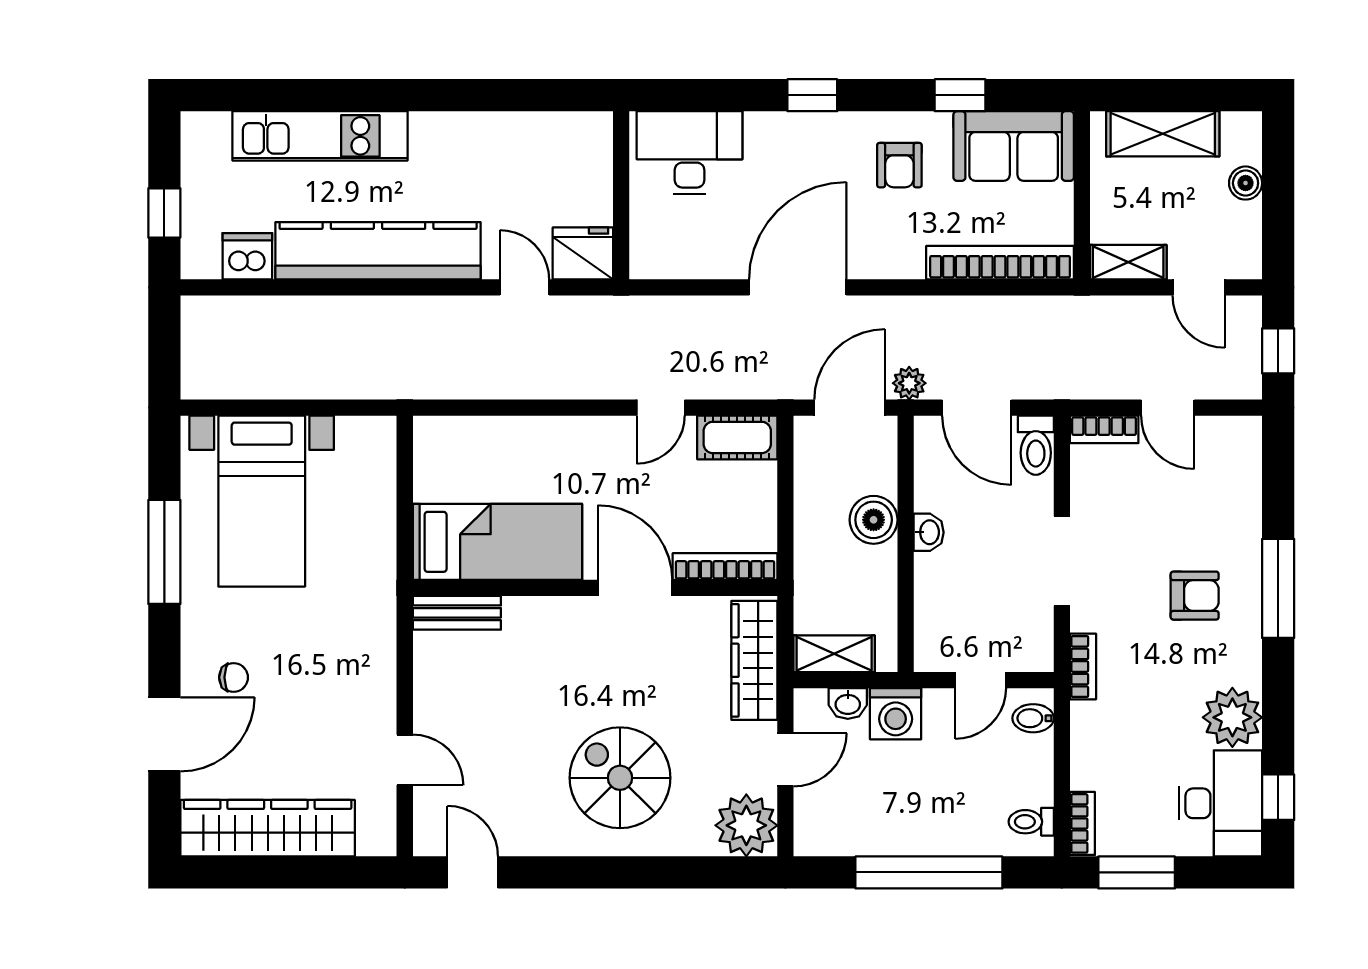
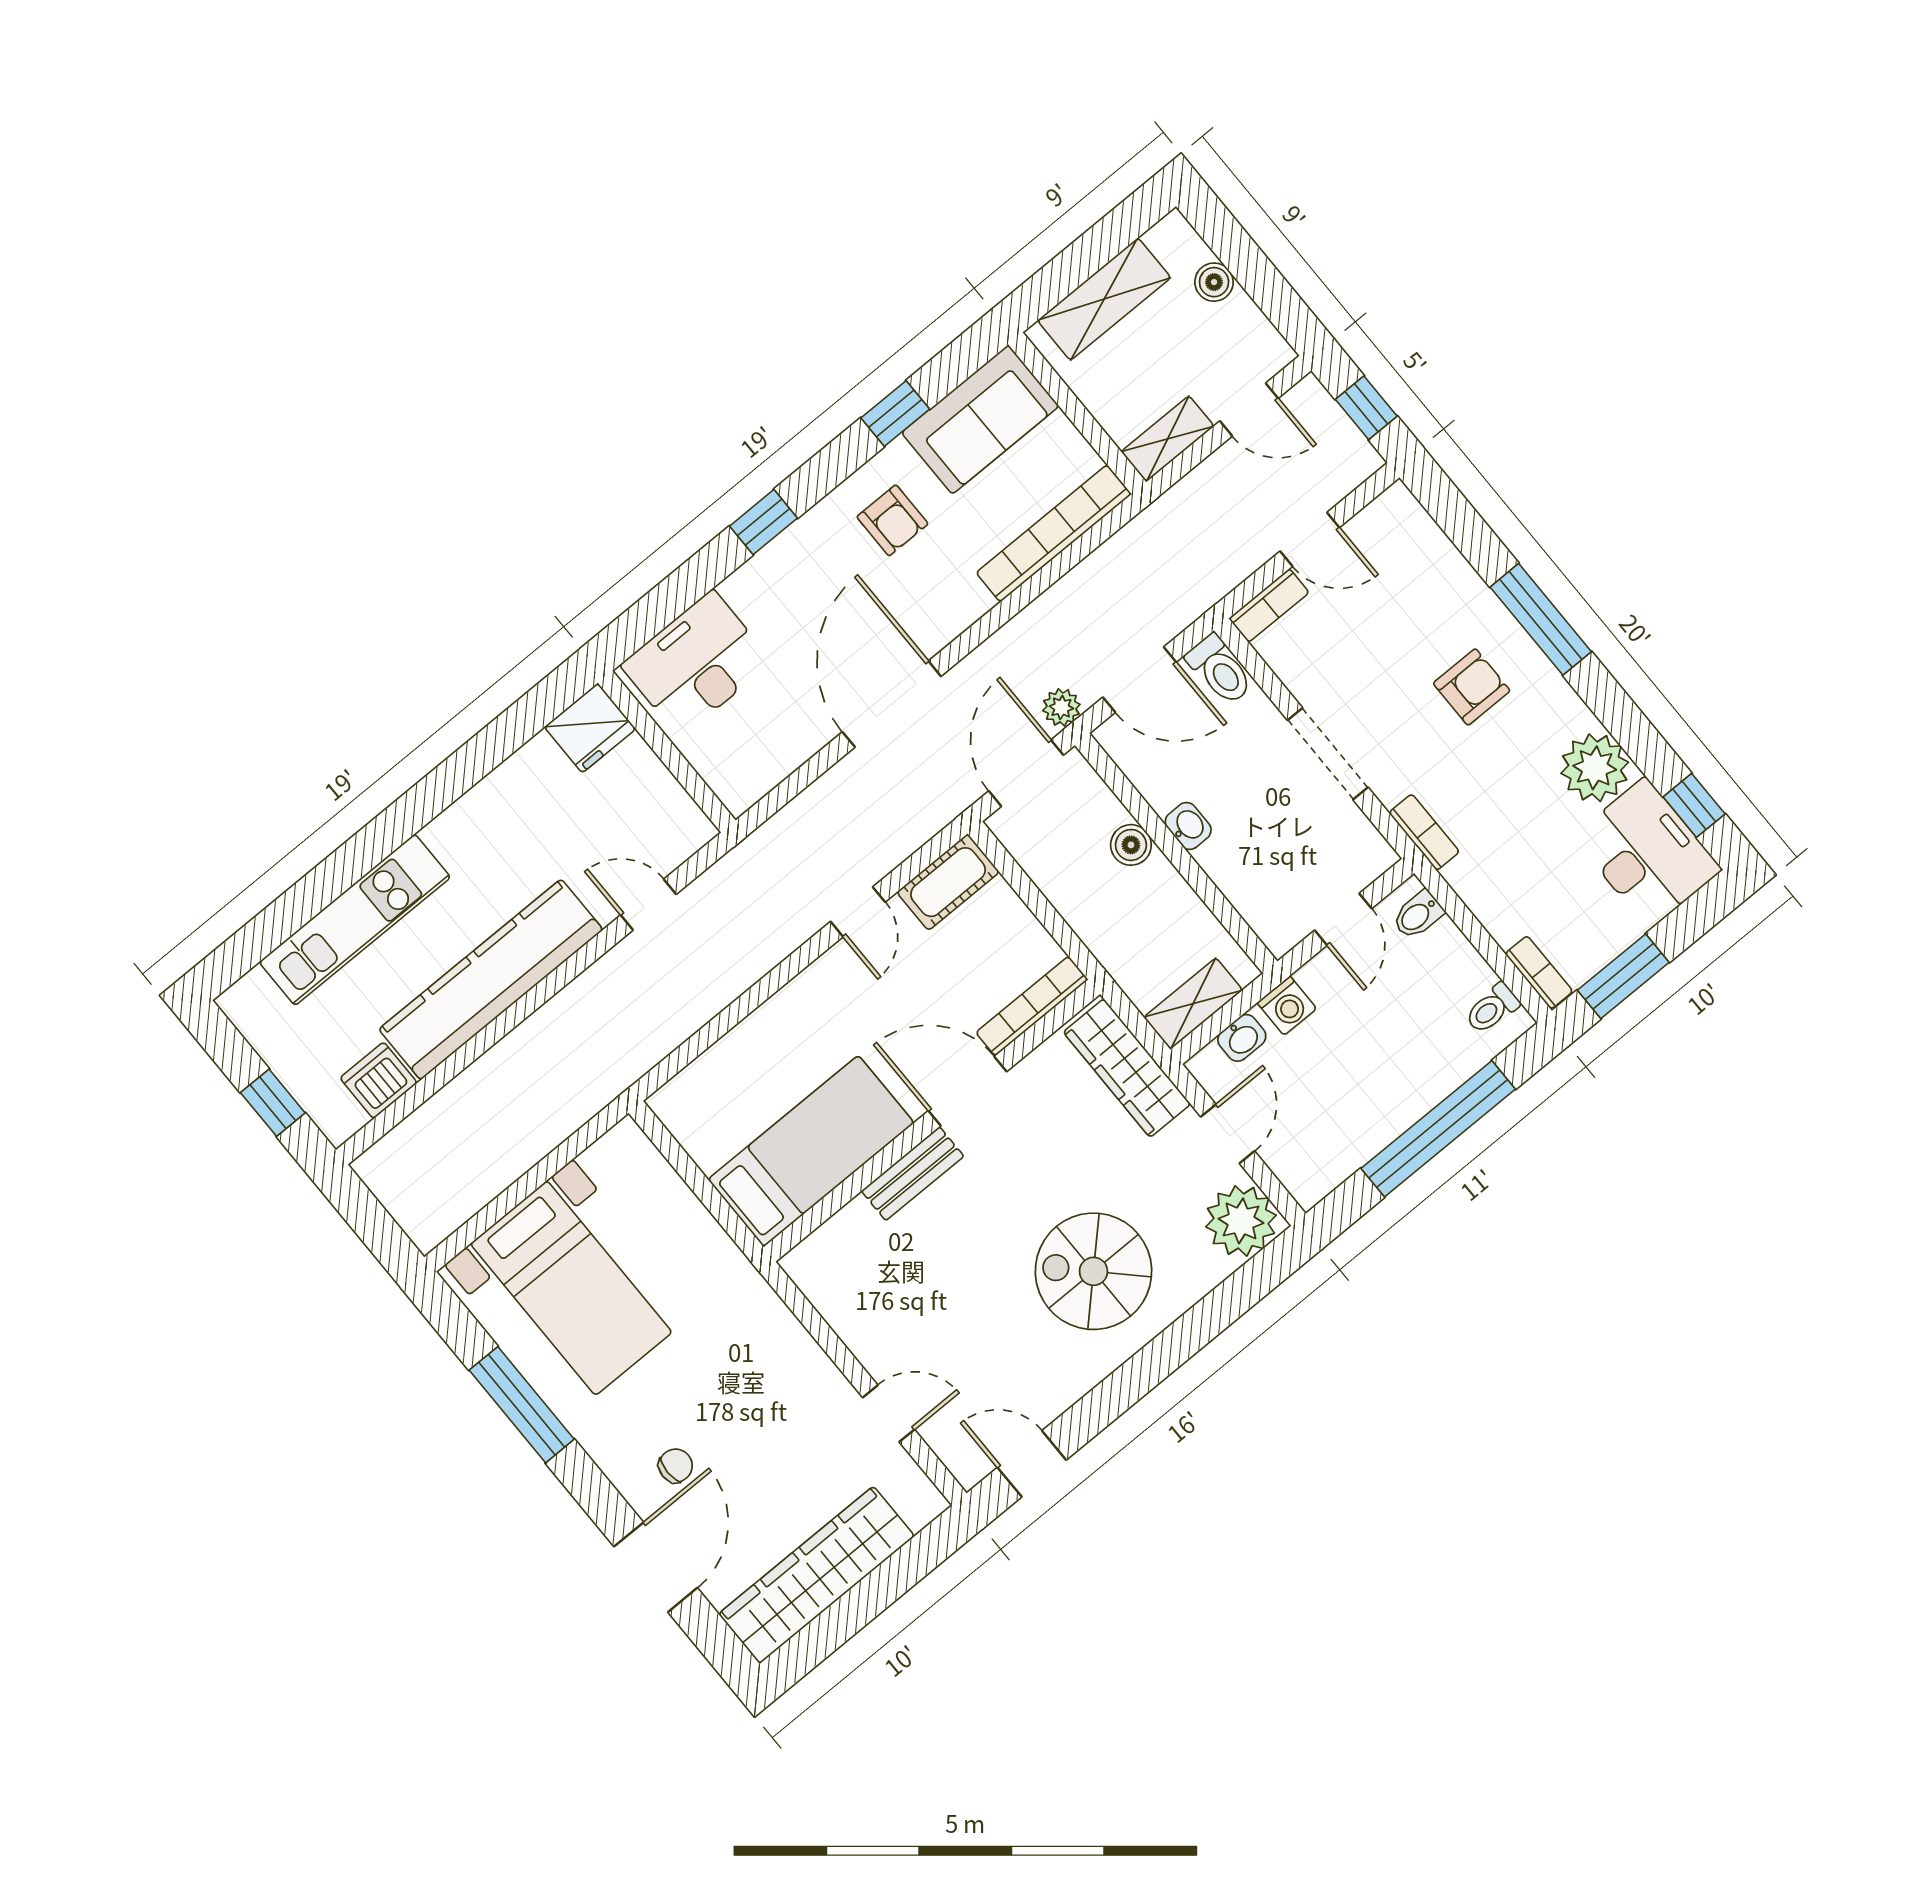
fridge: (583, 253) -> (590, 728), moved, turned 180
boiler: (874, 520) -> (1131, 845), width x0.73, depth x0.73
bench: (457, 613) -> (913, 1174), moved
washing machine: (896, 714) -> (1287, 1006), width x0.73, depth x0.73

